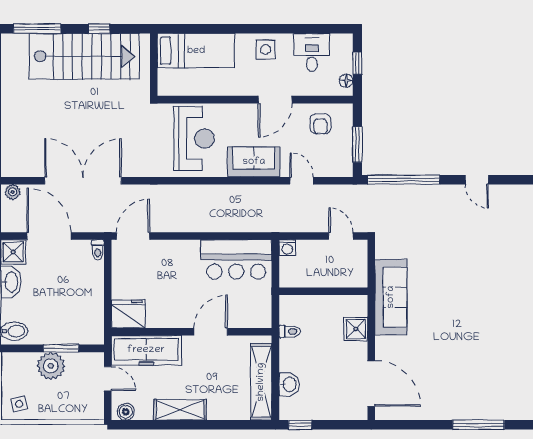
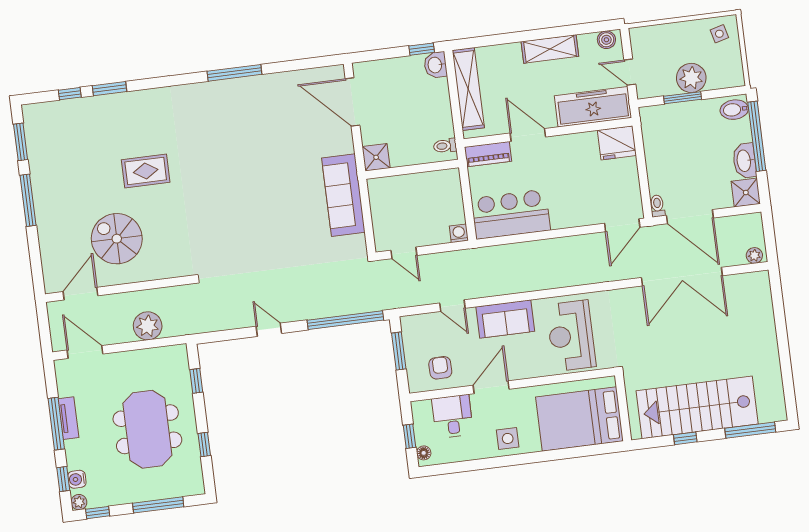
bed: (196, 51) -> (579, 419), width x1.50
desk: (312, 52) -> (452, 416), moved, turned 180
floor lamp: (346, 80) -> (424, 453), moved
door: (49, 236) -> (690, 217), moved
wall: (323, 291) -> (412, 169), moved
piano: (250, 319) -> (488, 154), added
door: (211, 332) -> (528, 135), swing flipped
washbasin: (289, 384) -> (435, 65), moved

